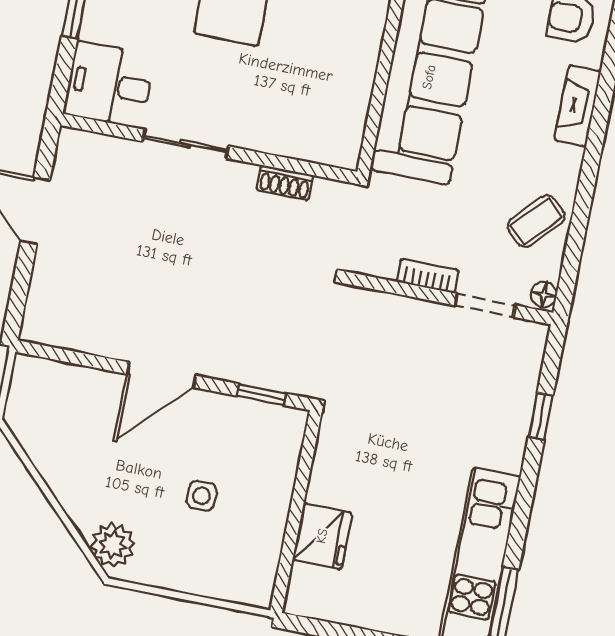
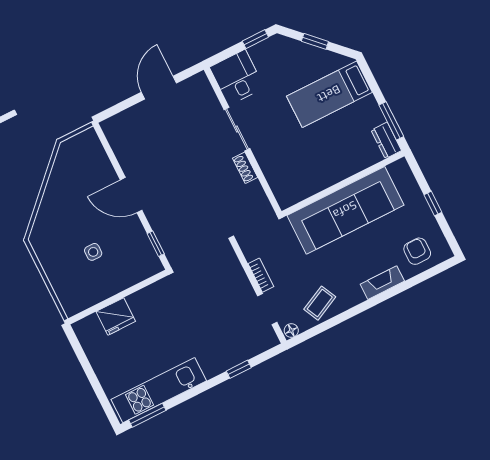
shoe rack: (285, 183) -> (245, 168), moved
coffee table: (536, 221) -> (320, 303), turned -69
plant: (113, 545) -> (43, 230), removed

